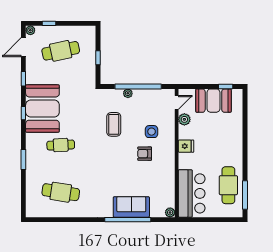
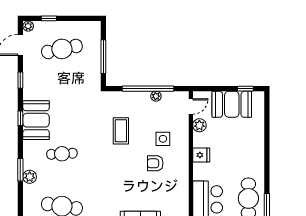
window: (98, 58) -> (103, 57), width x2.17
plant: (128, 93) -> (156, 96), moved
booth: (42, 109) -> (36, 120), width x0.73, depth x0.70
plant: (32, 166) -> (30, 177), added

